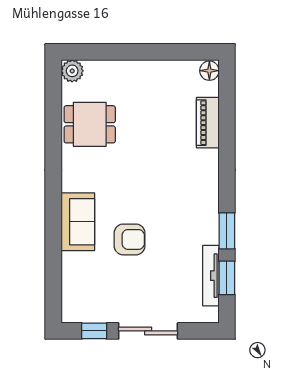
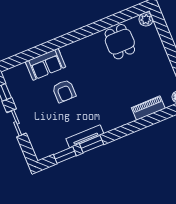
sofa: (78, 222) -> (46, 64), moved
tv unit: (211, 276) -> (85, 136), moved
sliding door: (148, 331) -> (17, 123), width x0.73

